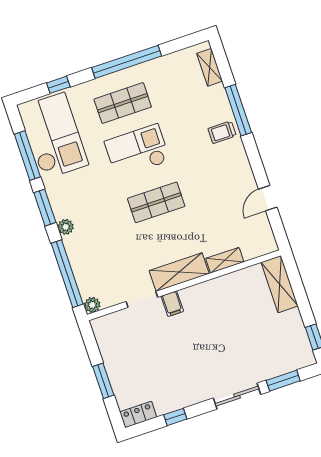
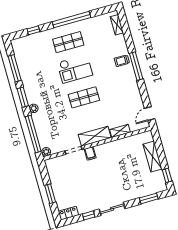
window: (238, 110) -> (136, 66), moved
checkout: (54, 136) -> (30, 58), removed
checkout: (137, 151) -> (75, 69), turned 180
door: (268, 198) -> (150, 114), moved
shelving: (280, 284) -> (152, 157), moved
sliding door: (237, 396) -> (112, 209), moved

